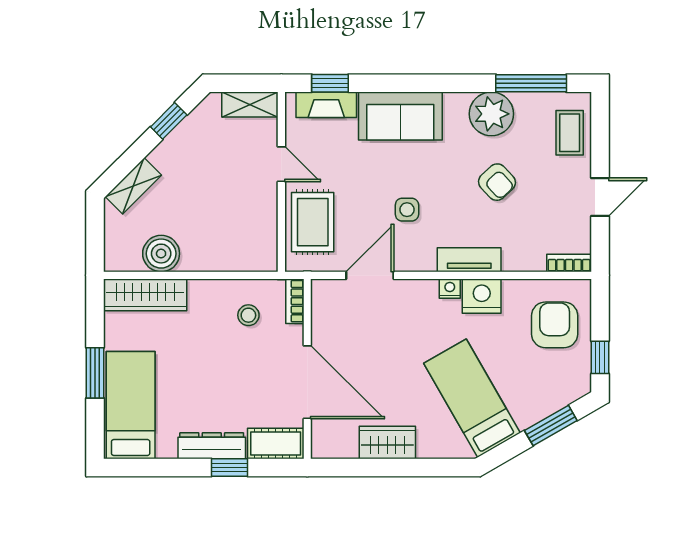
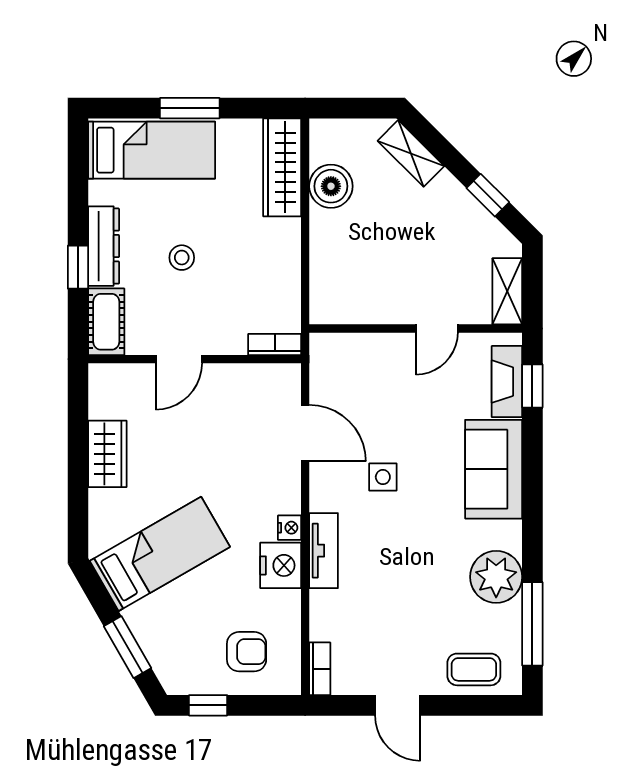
armchair: (497, 182) -> (415, 583), removed
rug: (313, 222) -> (368, 365), removed
stool: (248, 315) -> (182, 258), moved
armchair: (555, 325) -> (247, 652), width x0.72, depth x0.72
door: (307, 382) -> (179, 359), width x0.53

